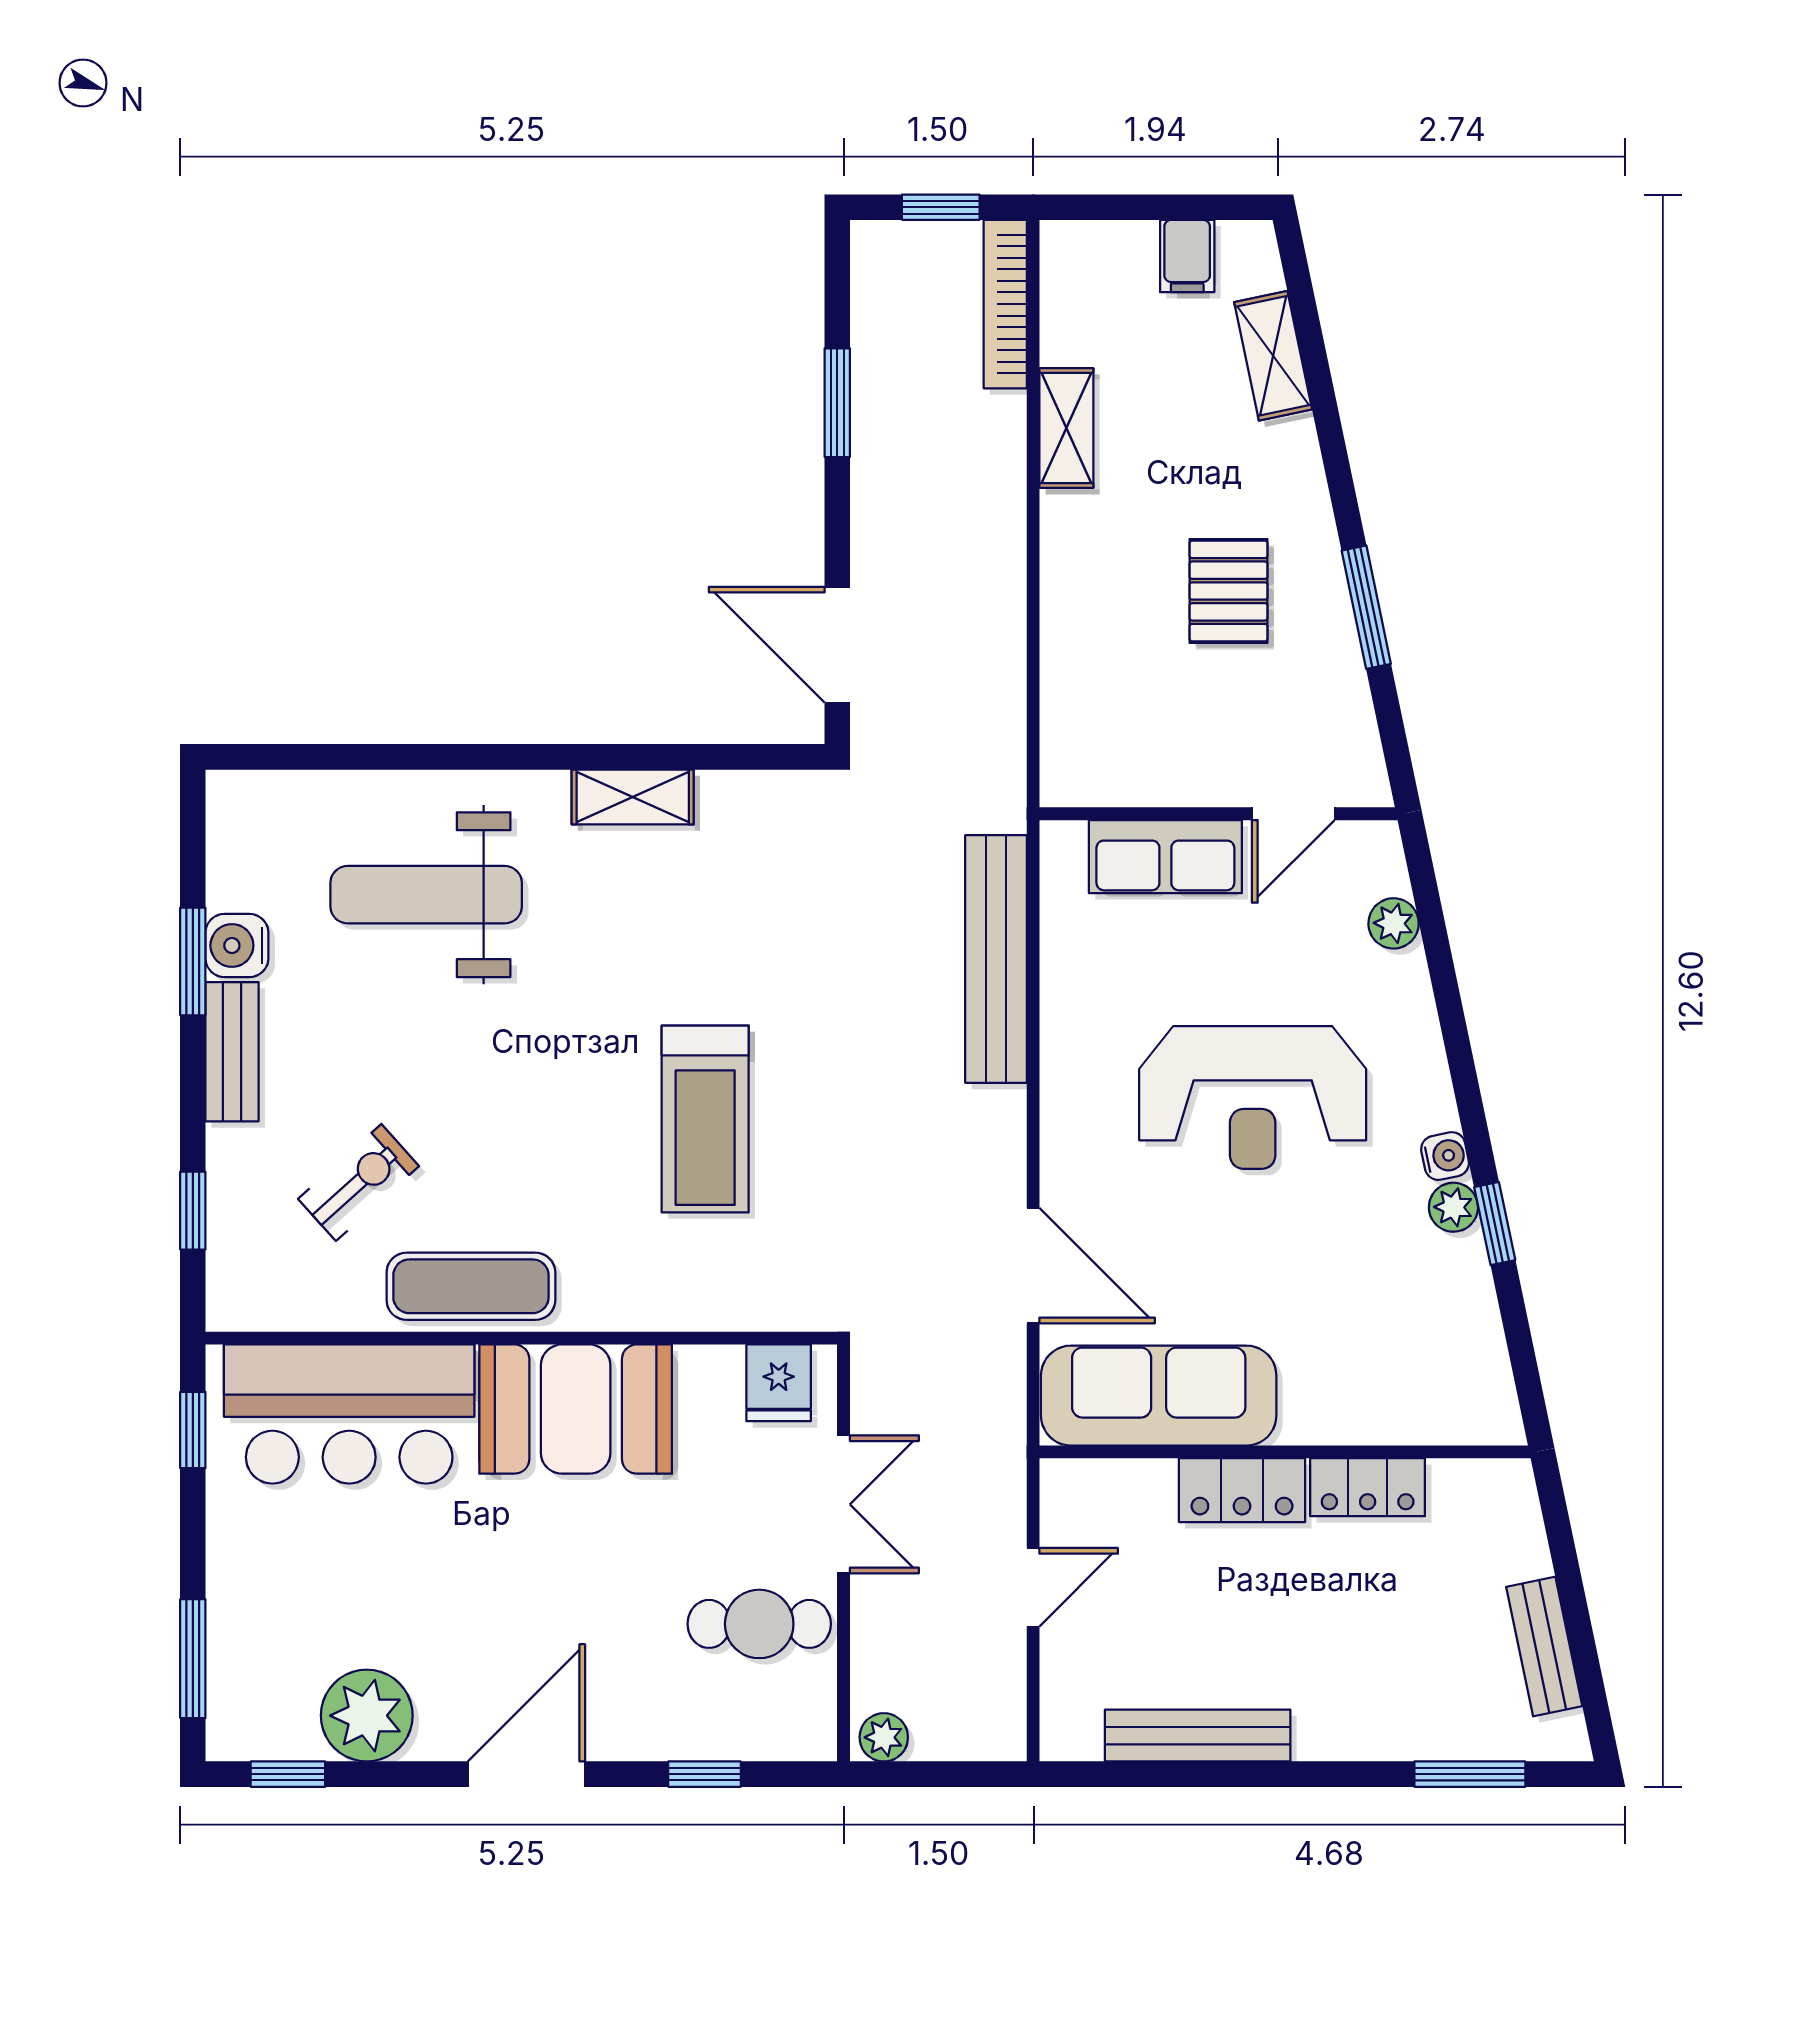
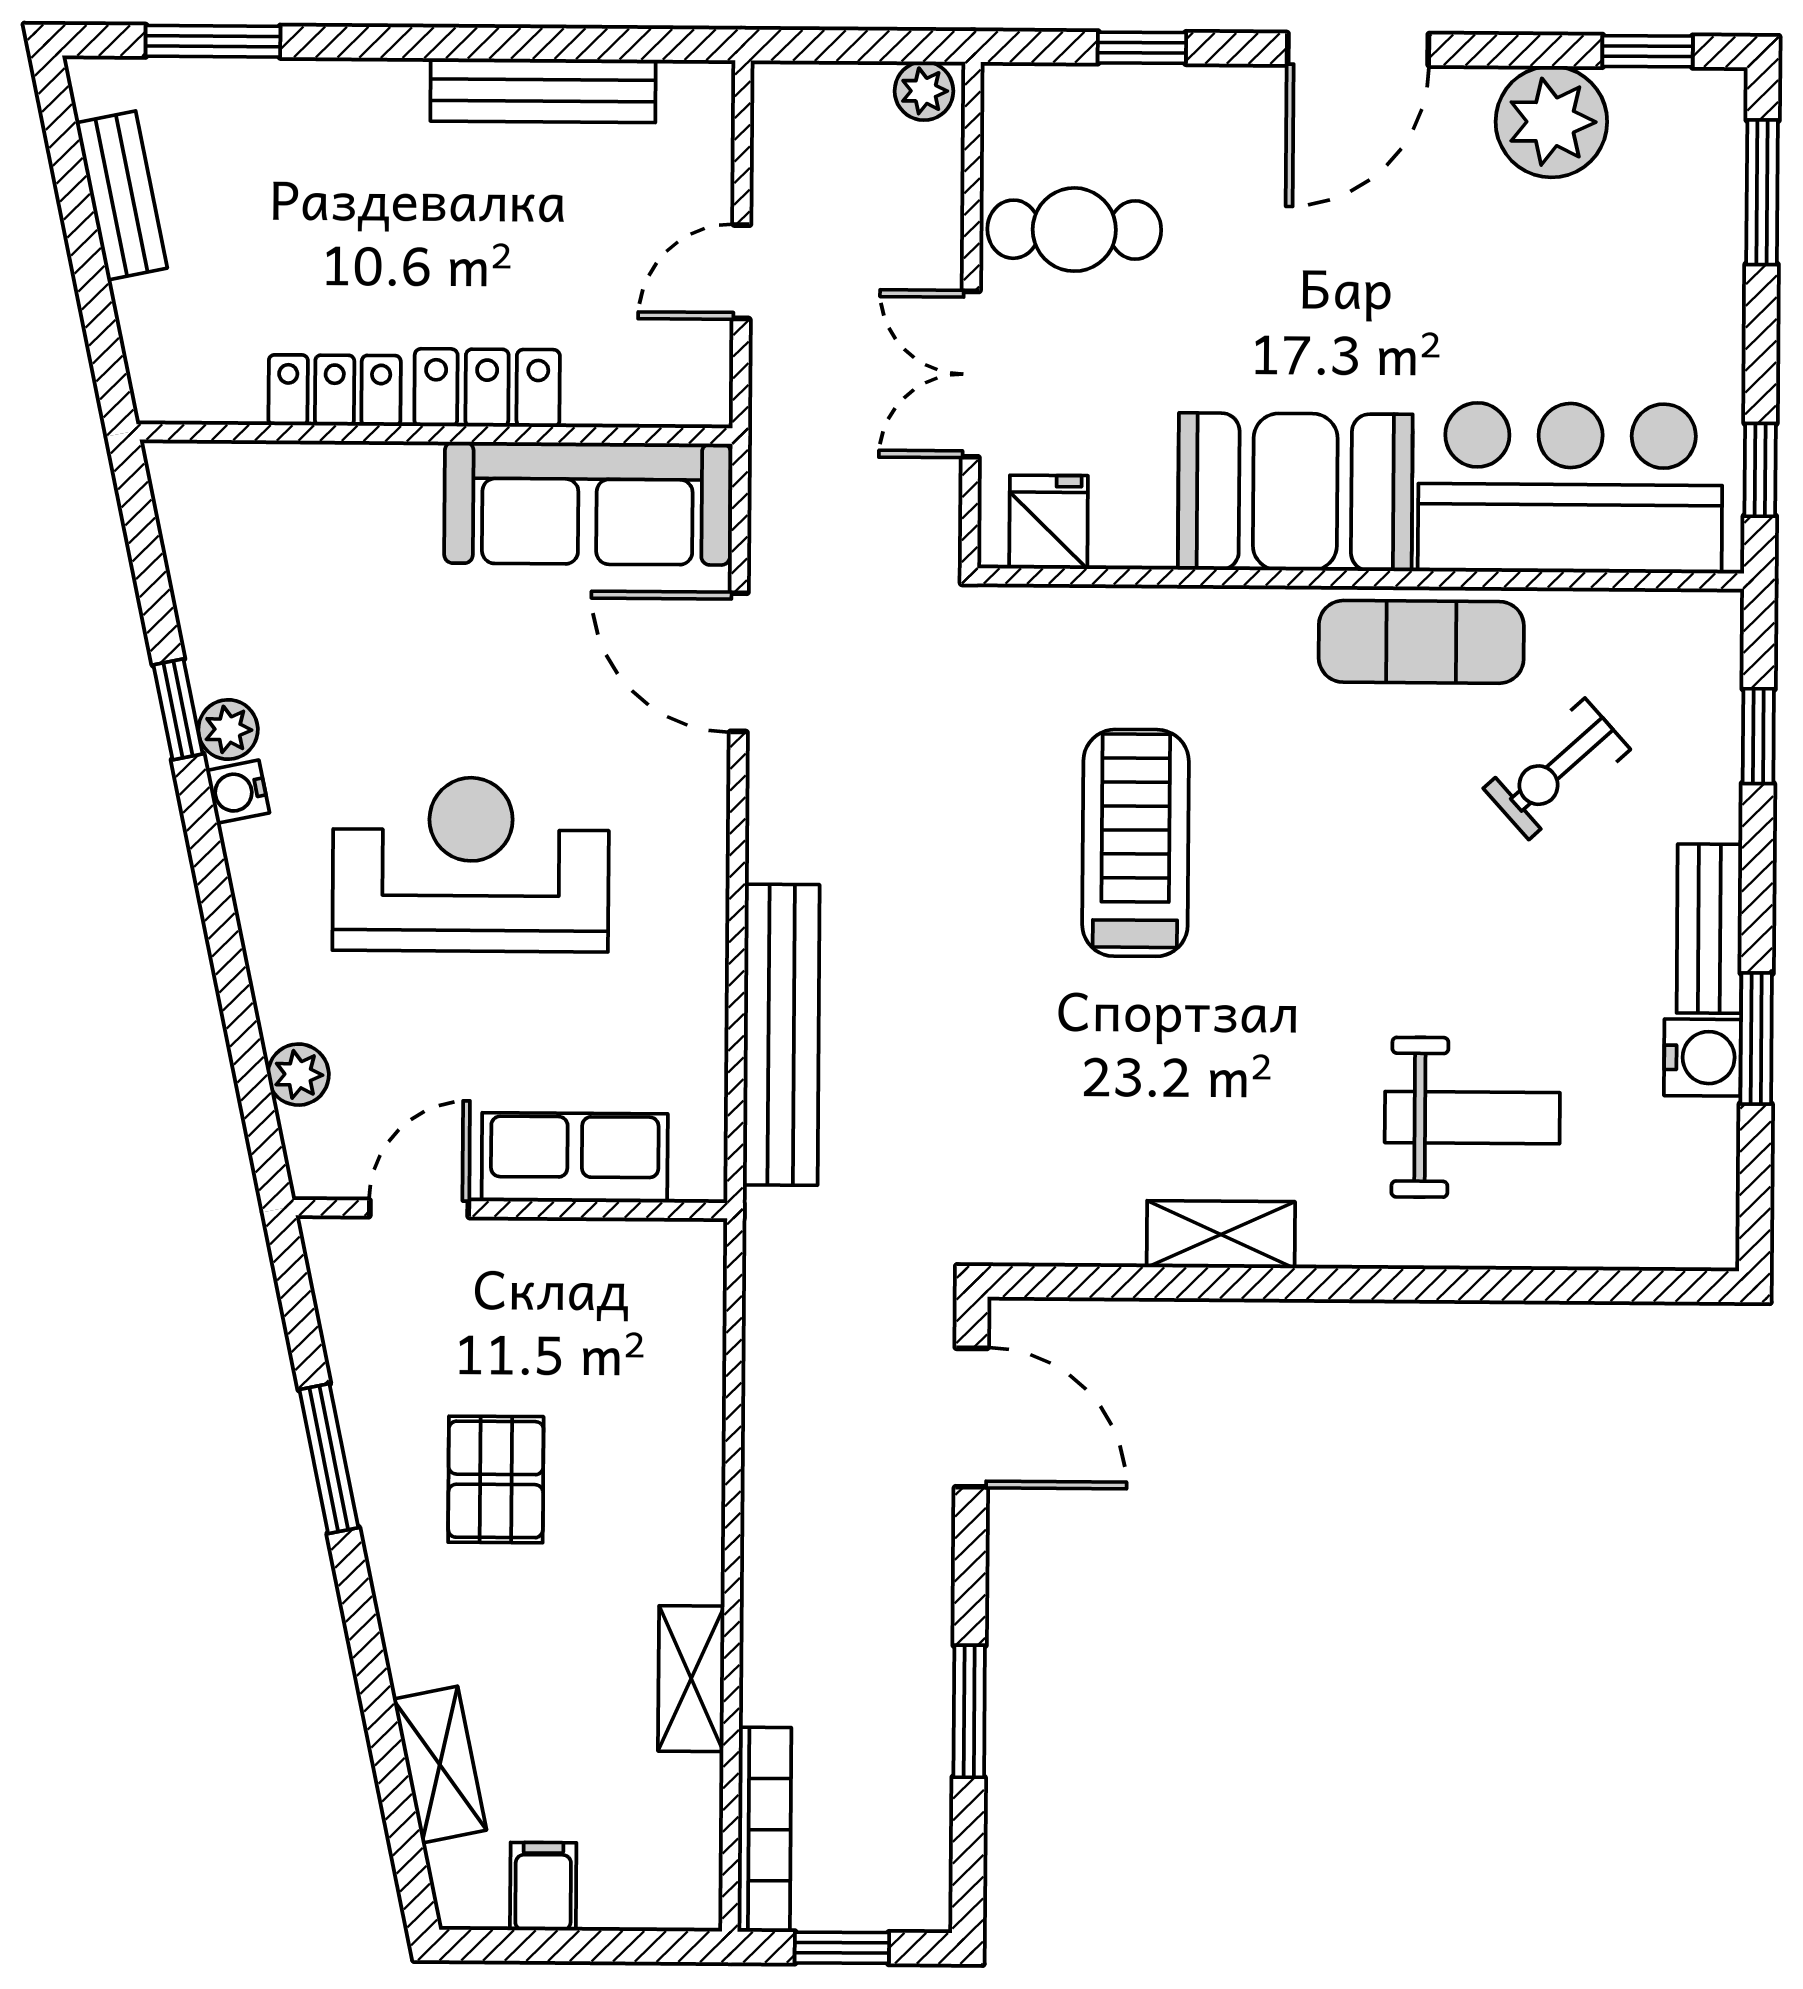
weight bench: (426, 895) -> (1472, 1118), width x0.73, depth x0.75

